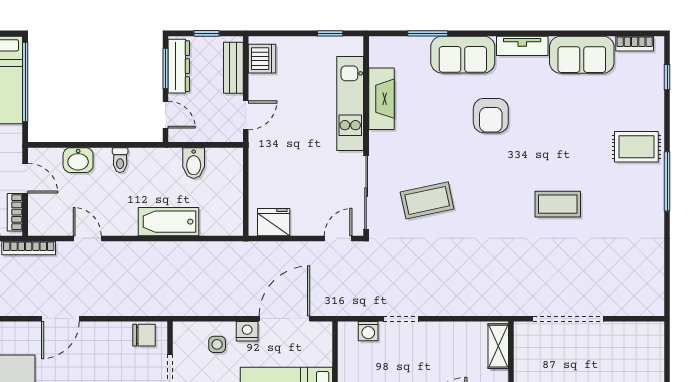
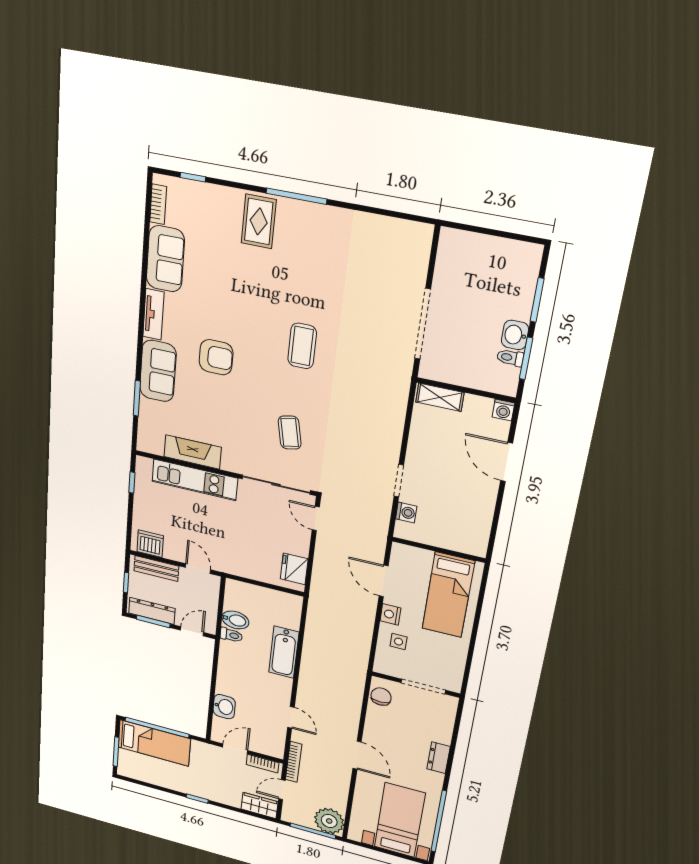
toilet: (120, 160) -> (231, 635), moved
coffee table: (427, 200) -> (290, 433), width x0.73, depth x0.77
coffee table: (558, 204) -> (302, 346), moved
door: (87, 238) -> (291, 717), swing flipped
door: (284, 319) -> (384, 581), width x0.73

